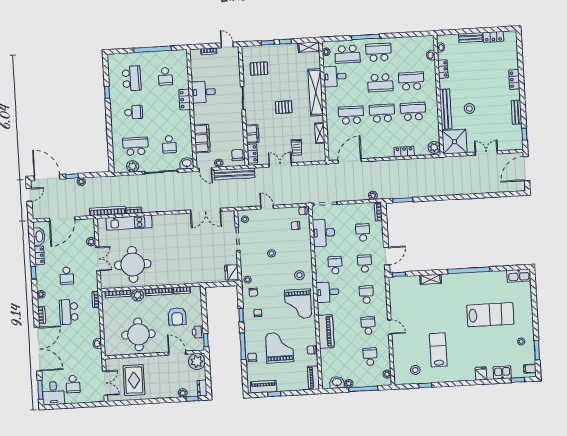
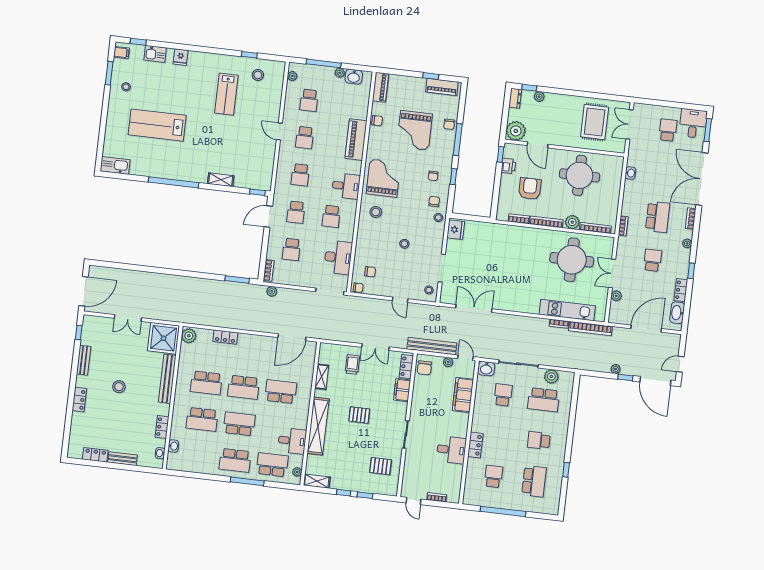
school desk: (132, 78) -> (534, 481), turned 180
stool: (469, 108) -> (119, 387), moved
school desk: (351, 115) -> (281, 392), turned 180

